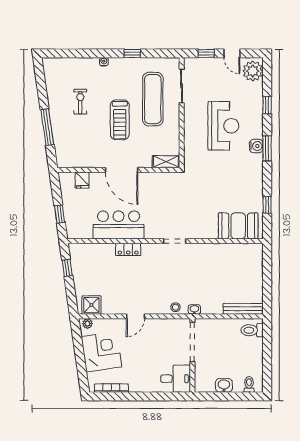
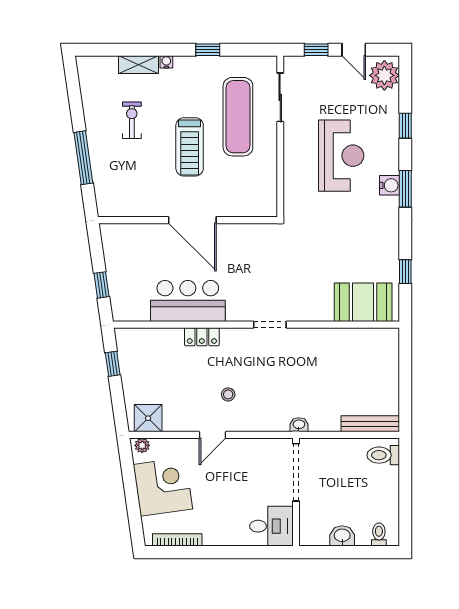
shelving: (166, 162) -> (139, 65), moved
fridge: (82, 180) -> (134, 235), removed
stool: (175, 307) -> (228, 394), moved

